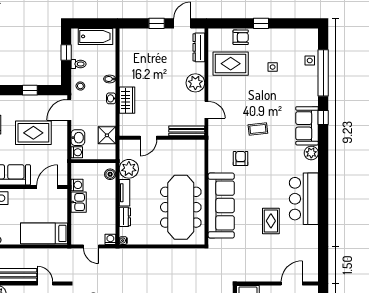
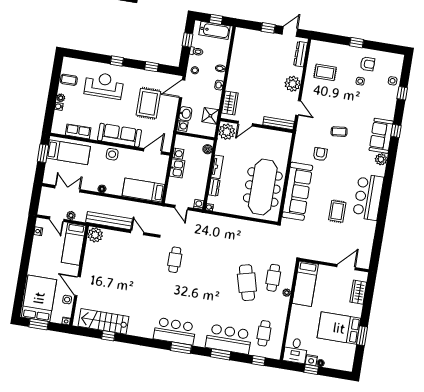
window: (95, 23) -> (216, 19), added
armchair: (241, 37) -> (367, 64), moved
rug: (231, 64) -> (325, 72), width x0.73, depth x0.70
window: (323, 73) -> (402, 93), width x0.32
wardrobe: (127, 100) -> (230, 103), moved
rug: (33, 133) -> (148, 103), turned 90
plant: (129, 169) -> (227, 132), moved

